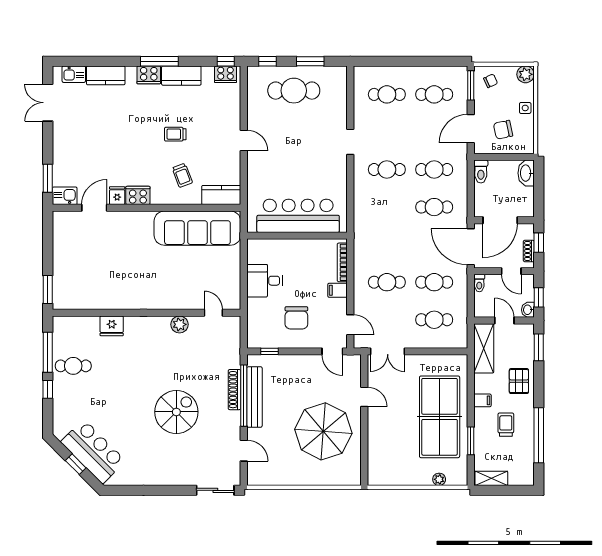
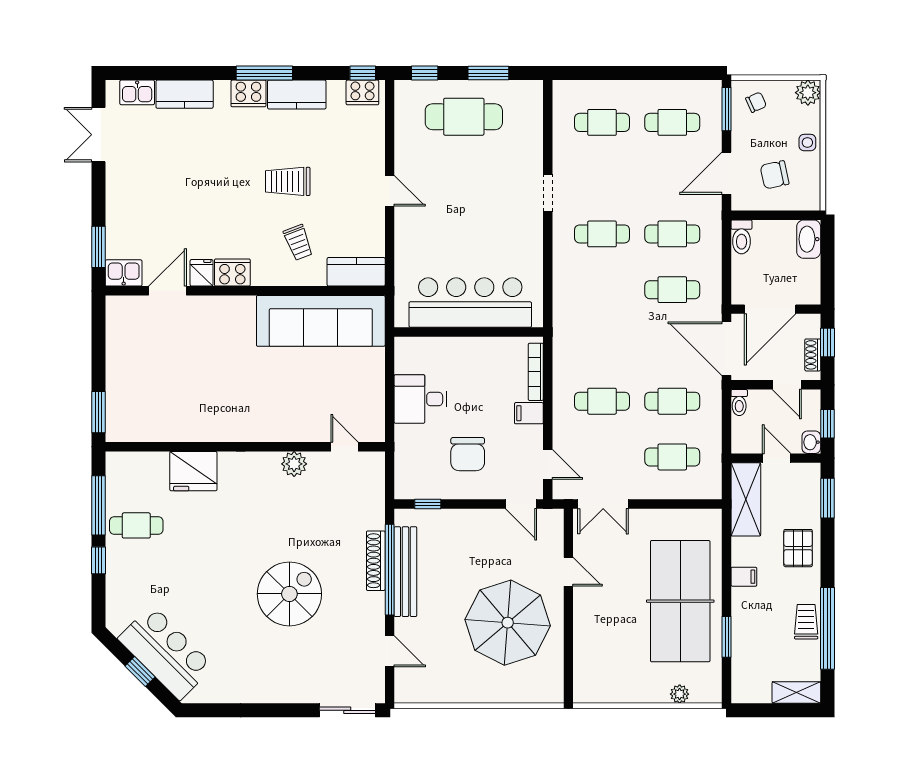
trolley: (175, 134) -> (288, 181), width x1.36, depth x1.39
fridge: (112, 326) -> (193, 471), width x1.36, depth x1.34
trolley: (506, 425) -> (806, 622), moved
shelving: (491, 478) -> (796, 693), moved

